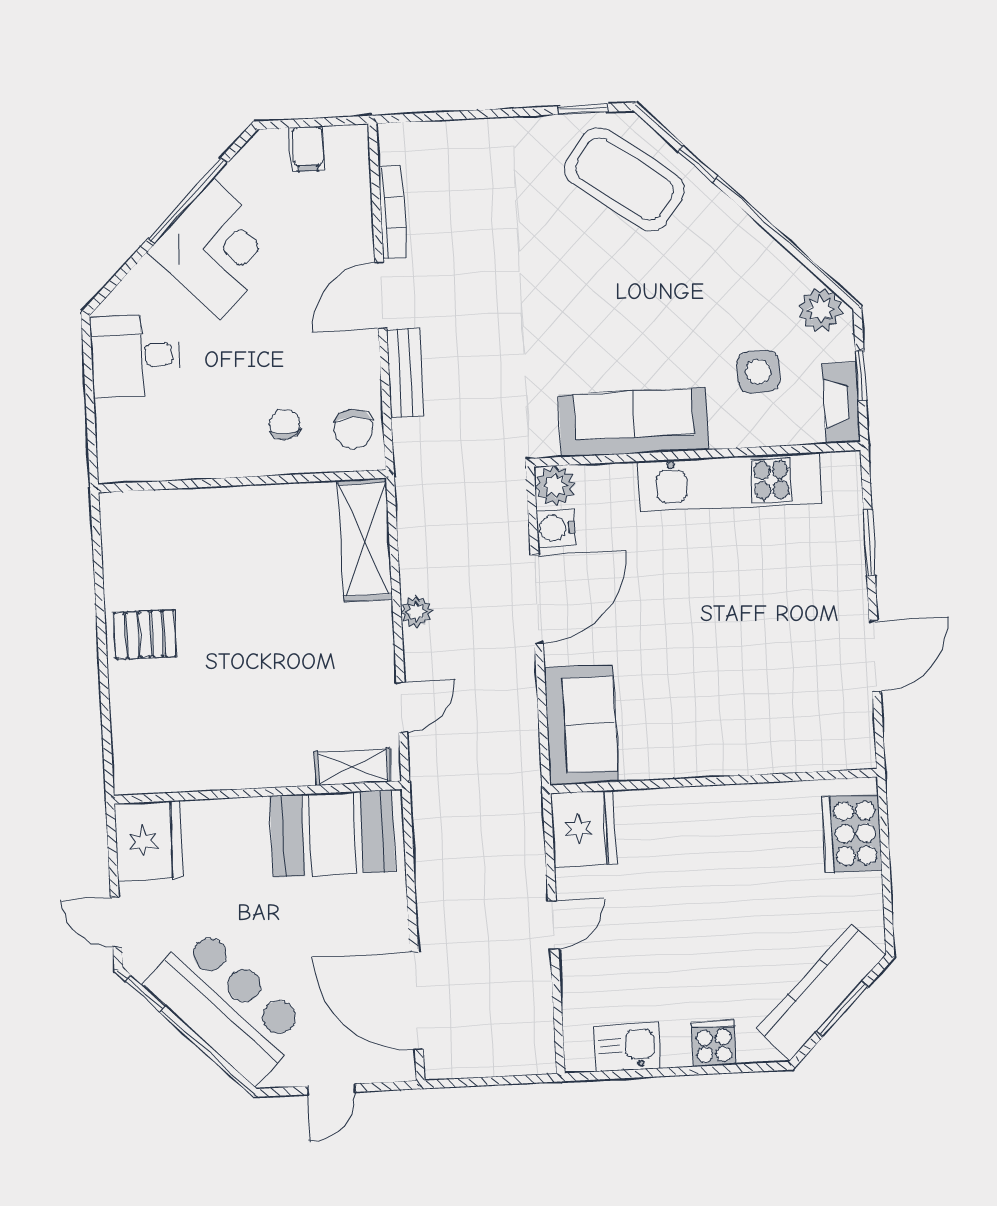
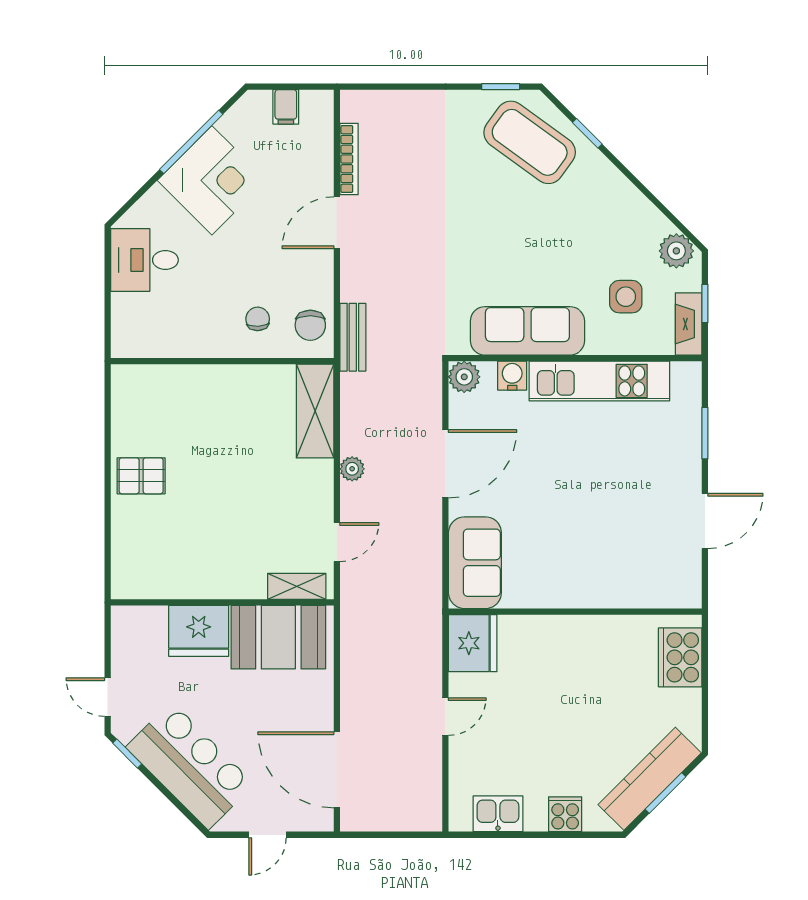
bench: (405, 373) -> (353, 337), moved
water cooler: (556, 528) -> (512, 376), moved, turned 90
fridge: (149, 841) -> (199, 631), moved, turned 90

